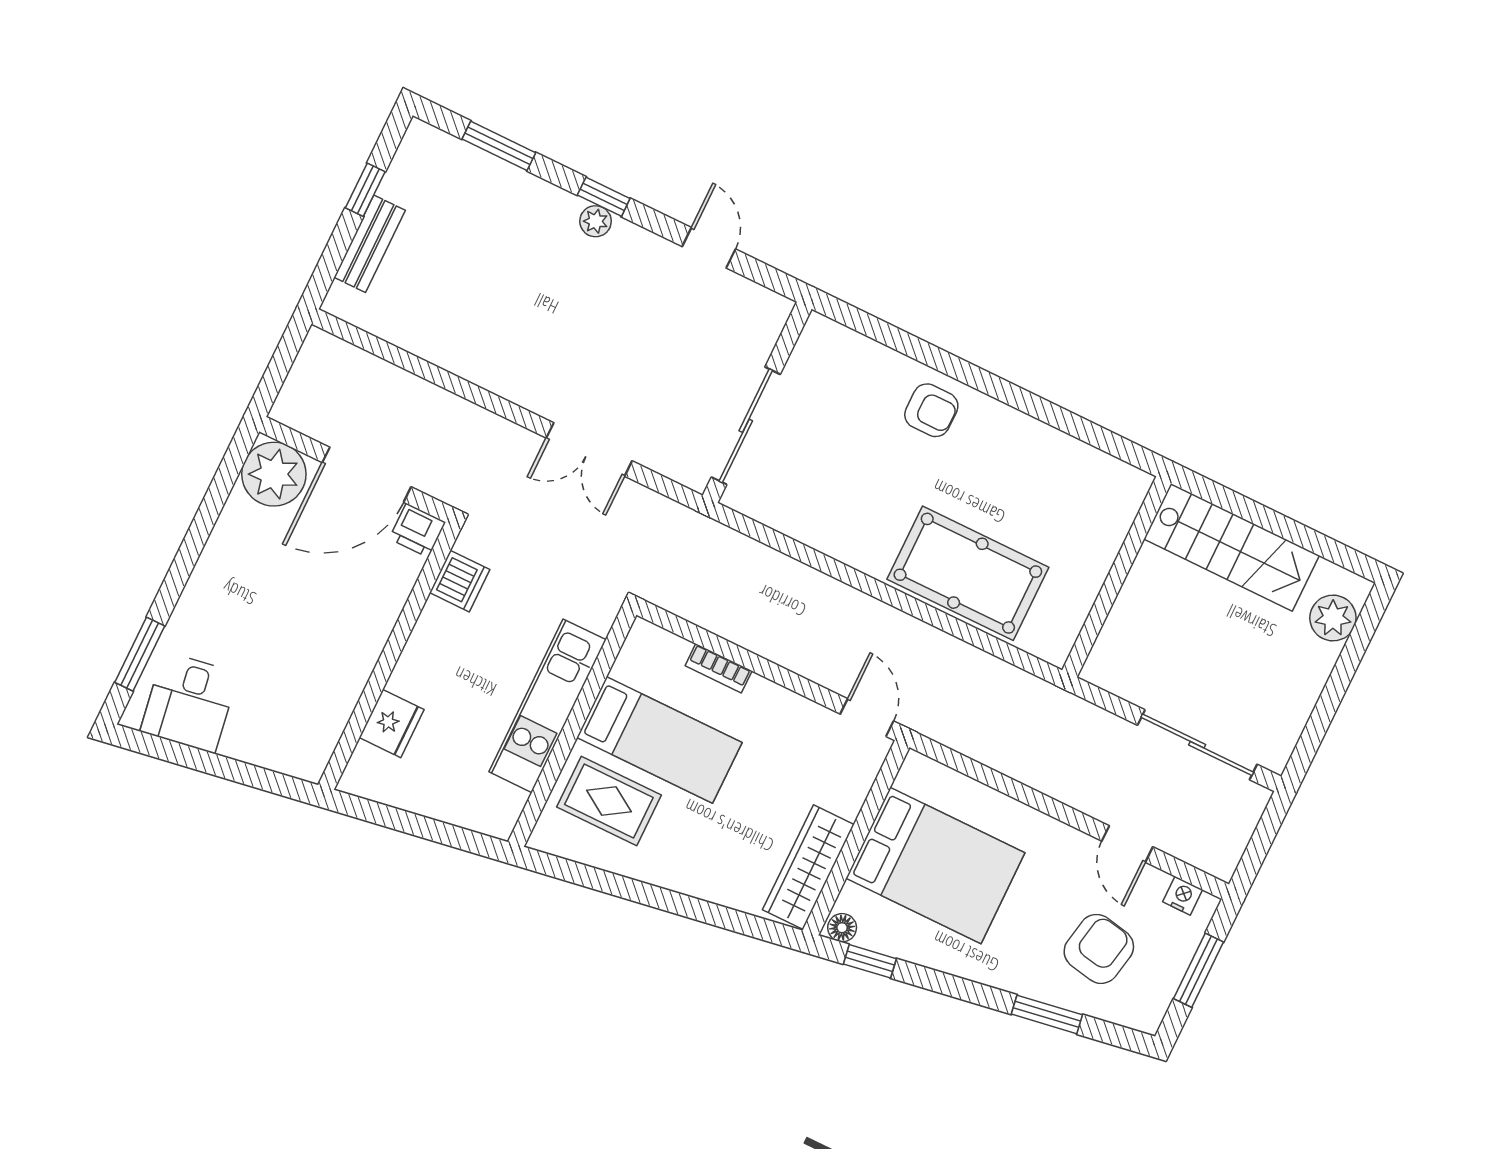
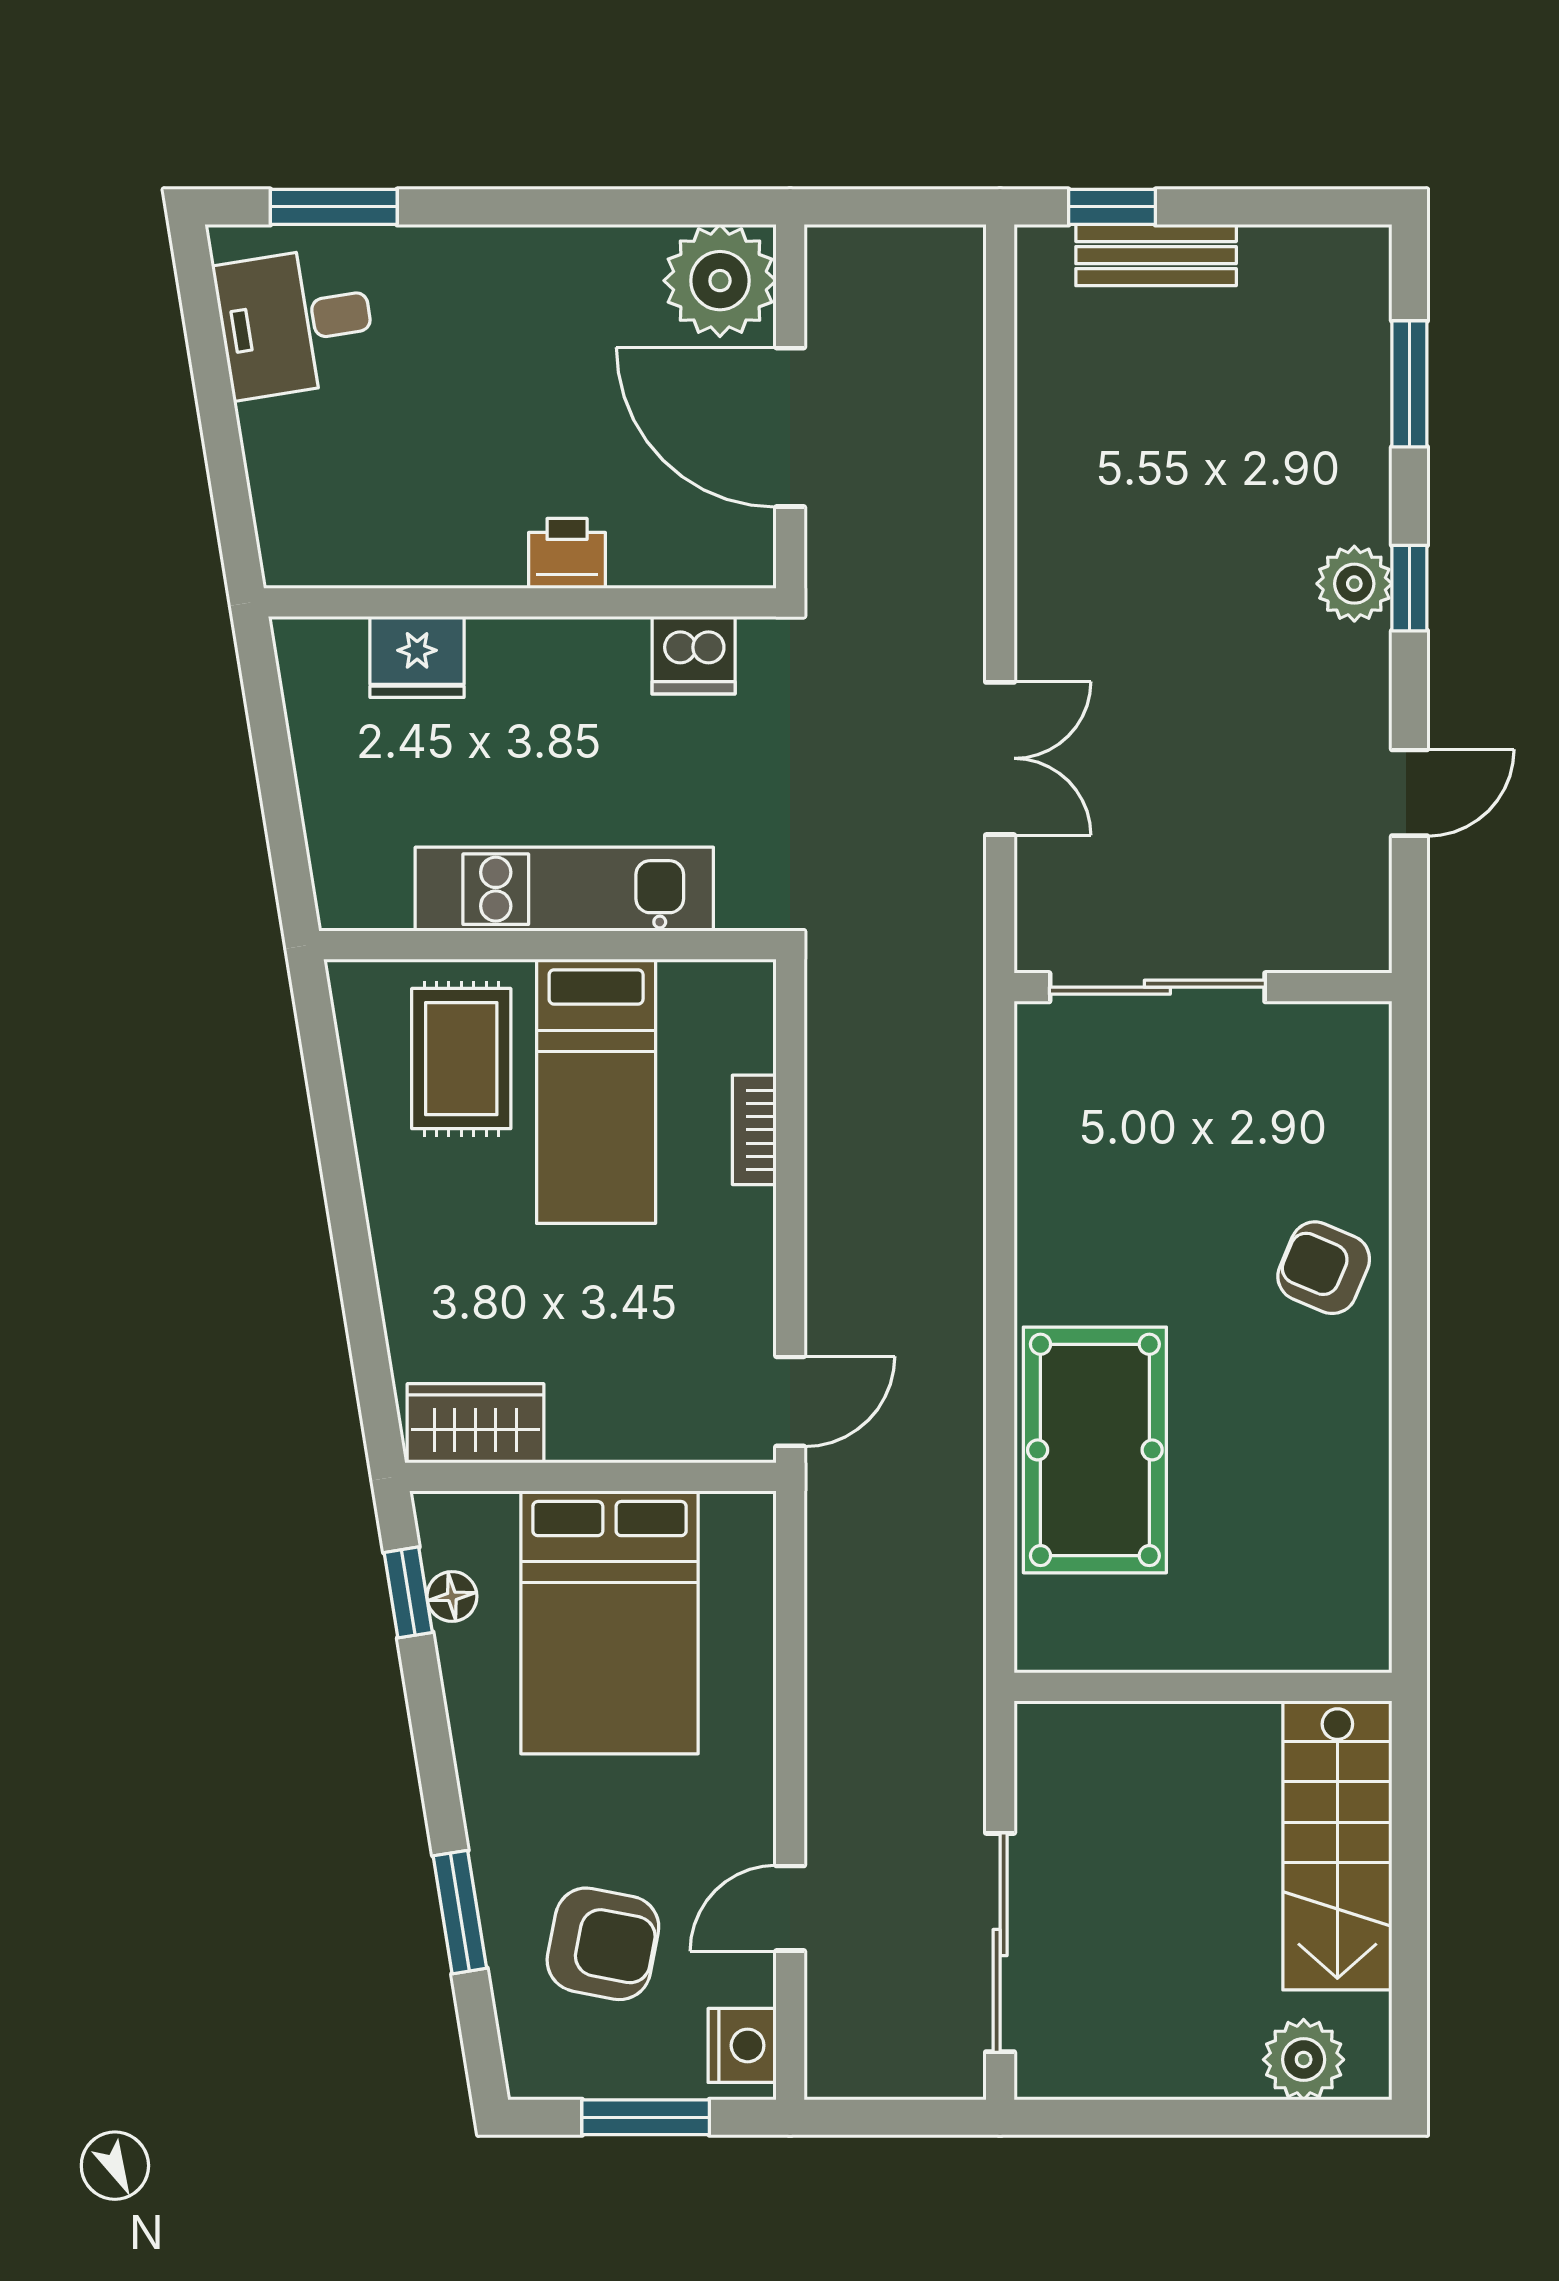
window: (365, 190) -> (1112, 207), moved
plant: (596, 221) -> (1354, 584), width x1.38, depth x1.38
armchair: (931, 410) -> (1324, 1268), turned 113
double door: (589, 449) -> (1000, 758), swing flipped
printer: (417, 530) -> (567, 553), moved, turned 90
wardrobe: (808, 867) -> (475, 1423), width x0.67
nightstand: (1183, 896) -> (742, 2045), width x1.39, depth x1.35
floor lamp: (842, 928) -> (452, 1596), moved

